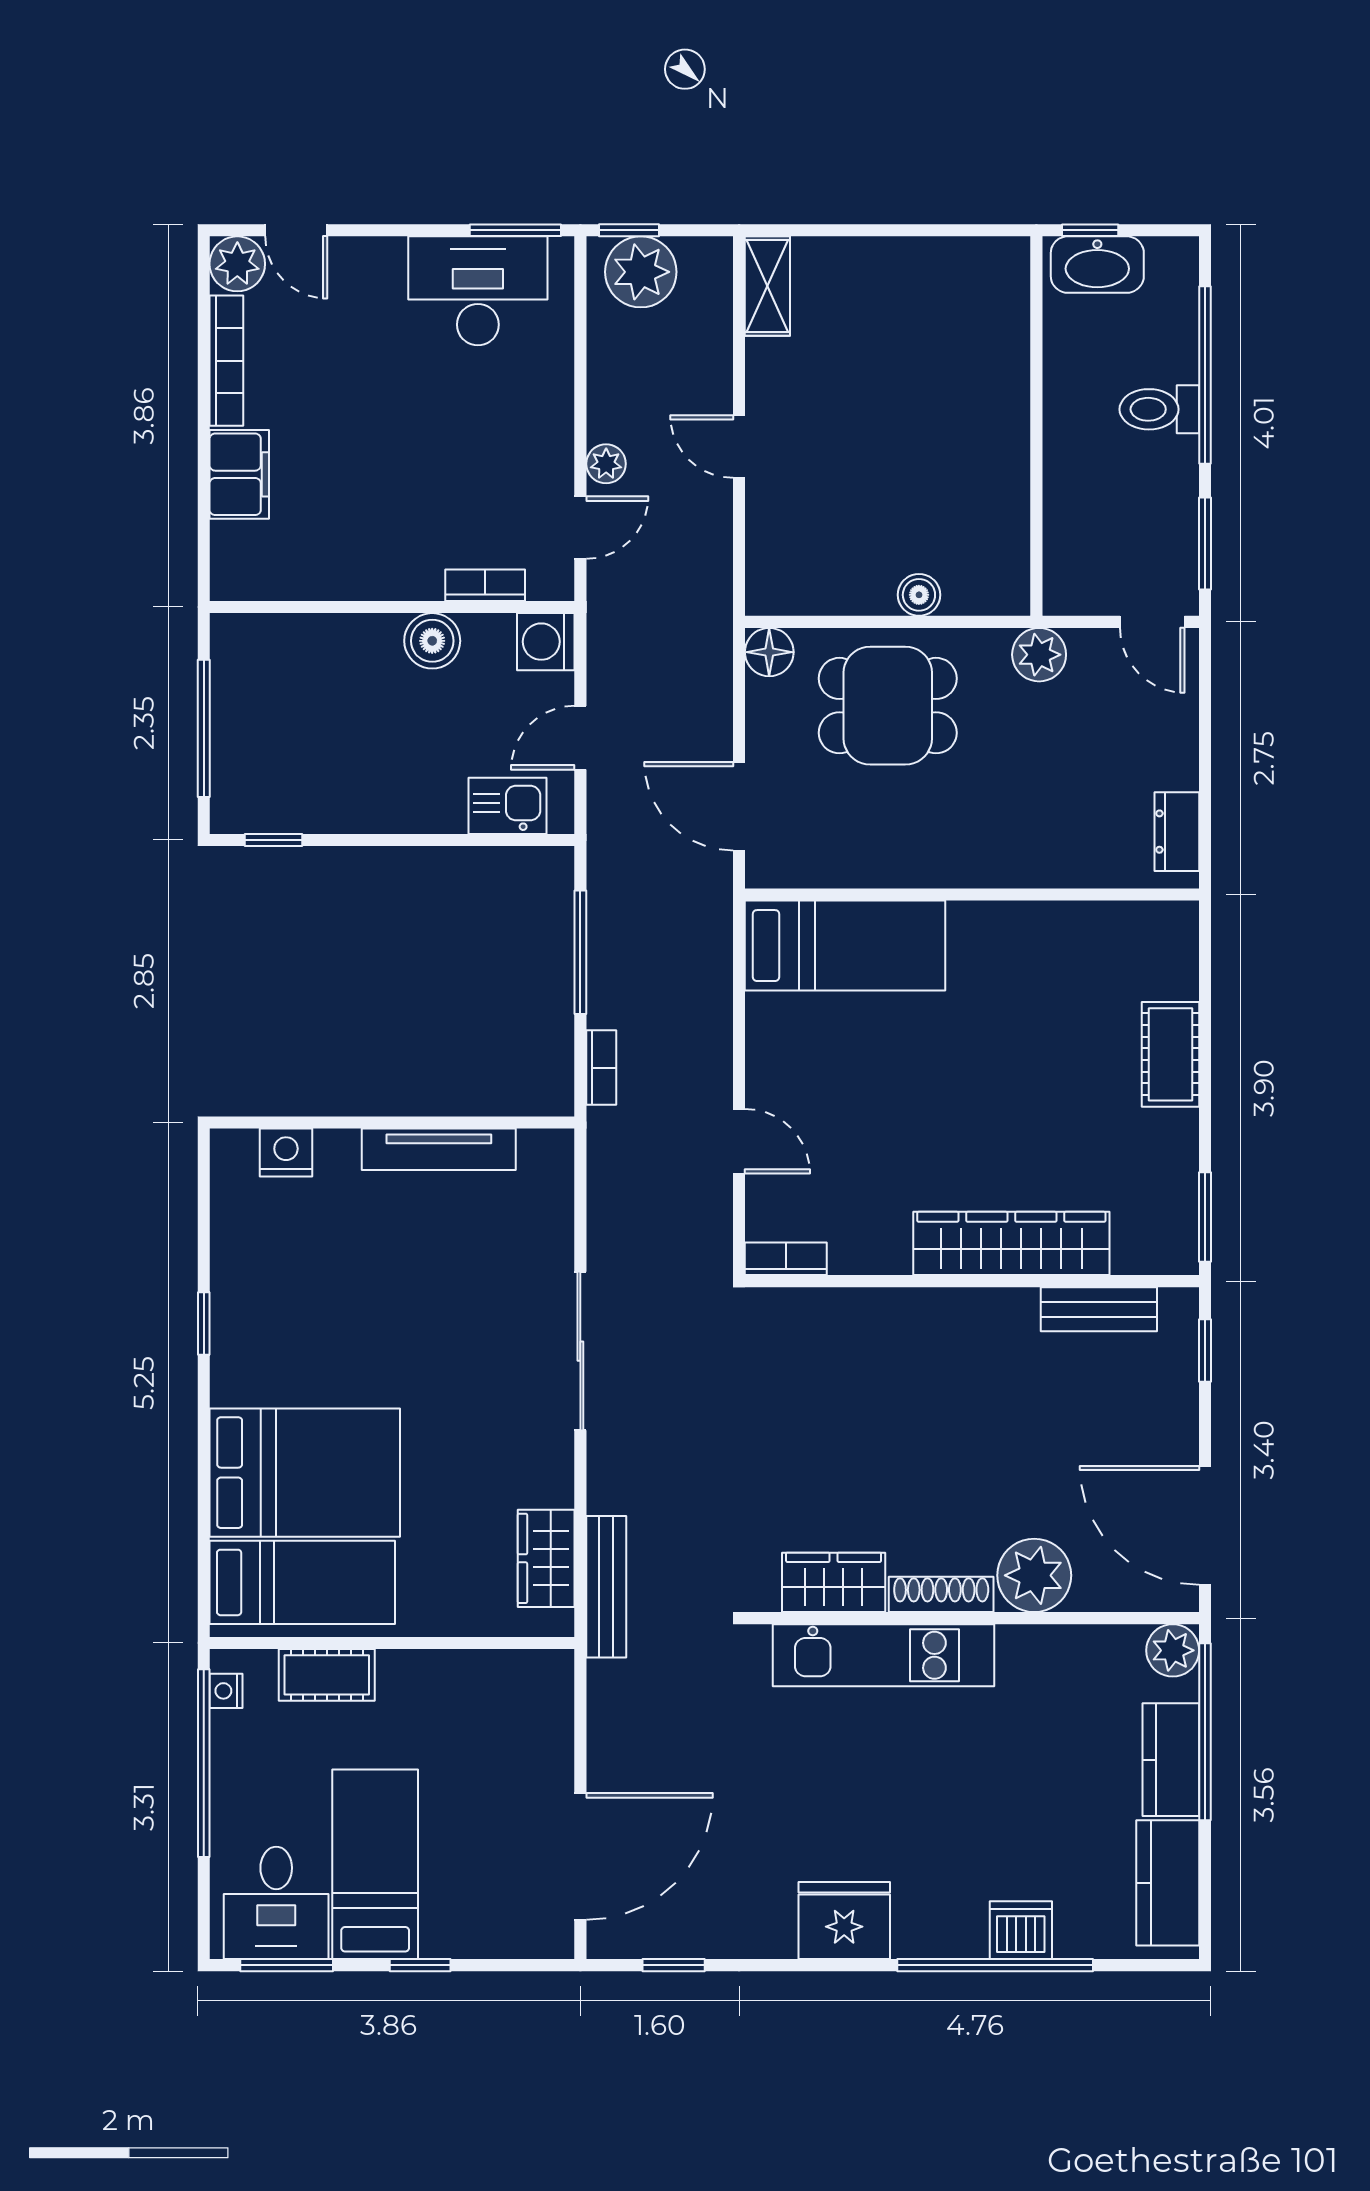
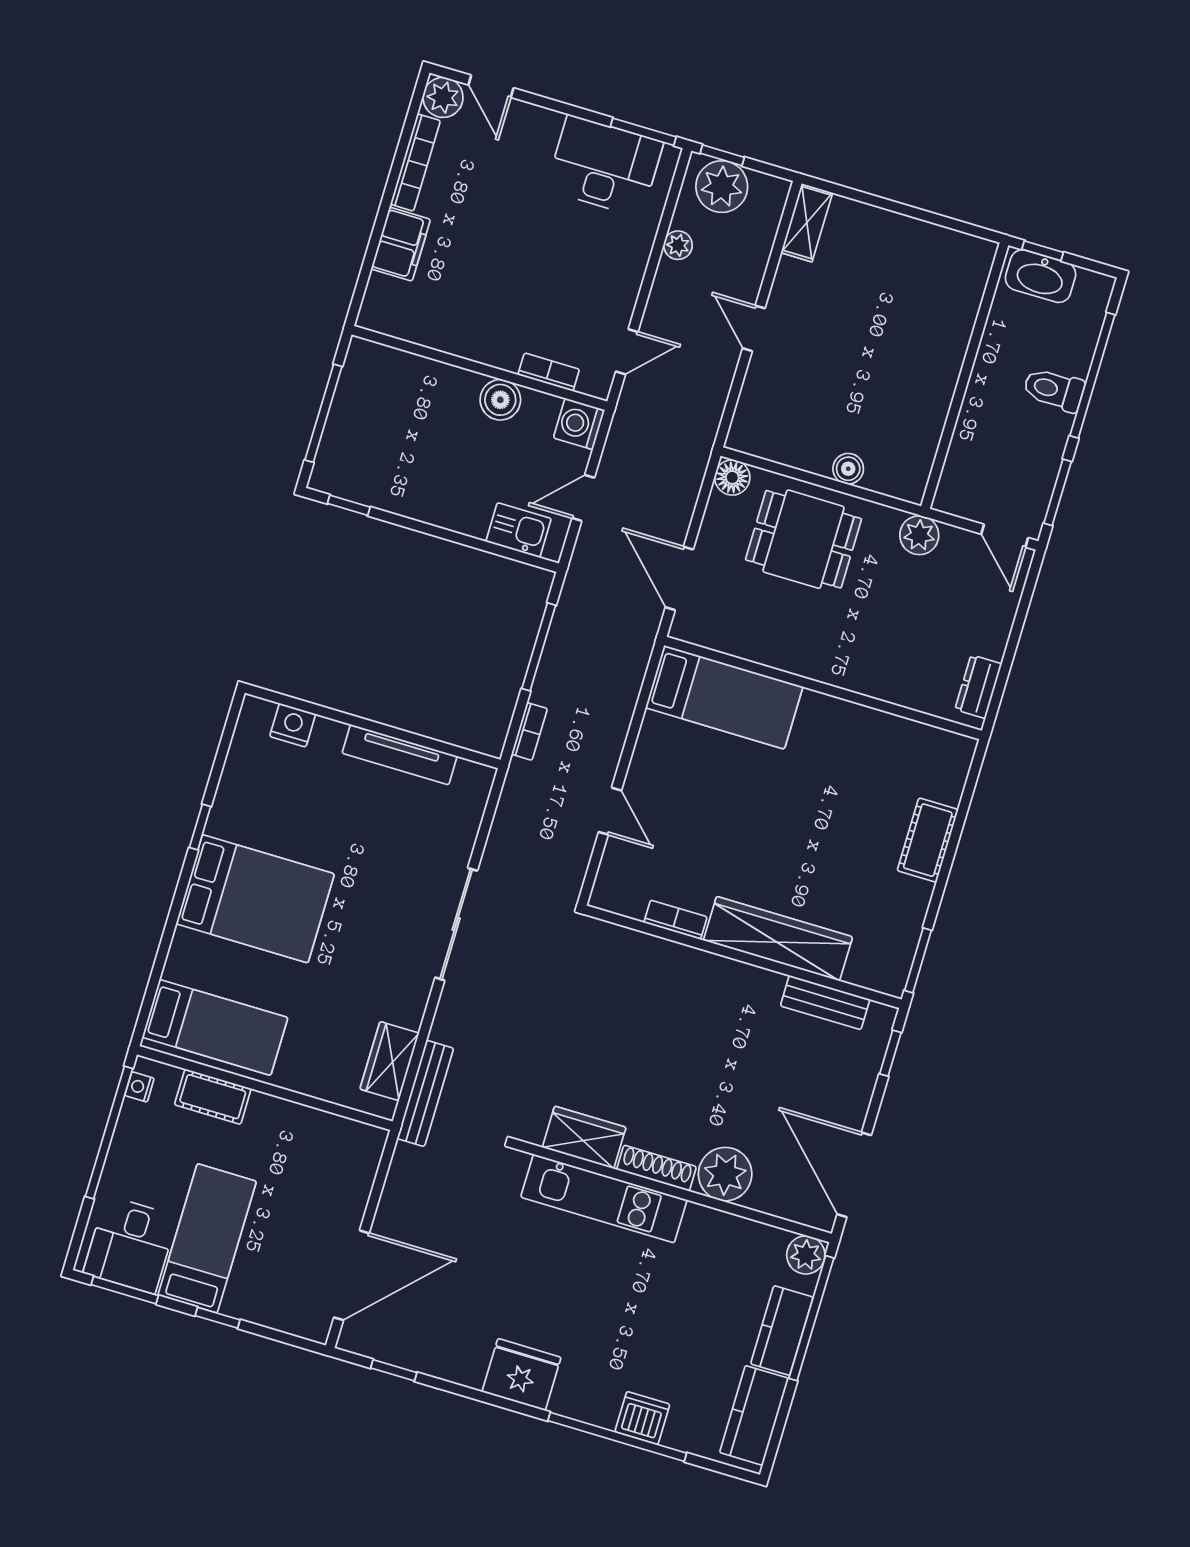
plant: (606, 464) -> (678, 245), moved
bookcase: (786, 1259) -> (676, 920), moved
bed: (305, 1473) -> (255, 899), moved

